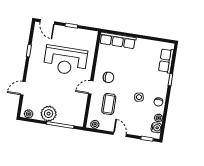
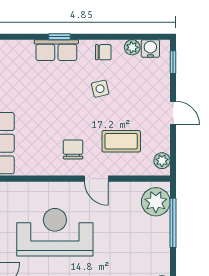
reception desk: (65, 61) -> (55, 232), turned -90
row of seats: (166, 61) -> (56, 50), moved
plant: (49, 114) -> (156, 202), moved
door: (120, 134) -> (173, 113), swing flipped

